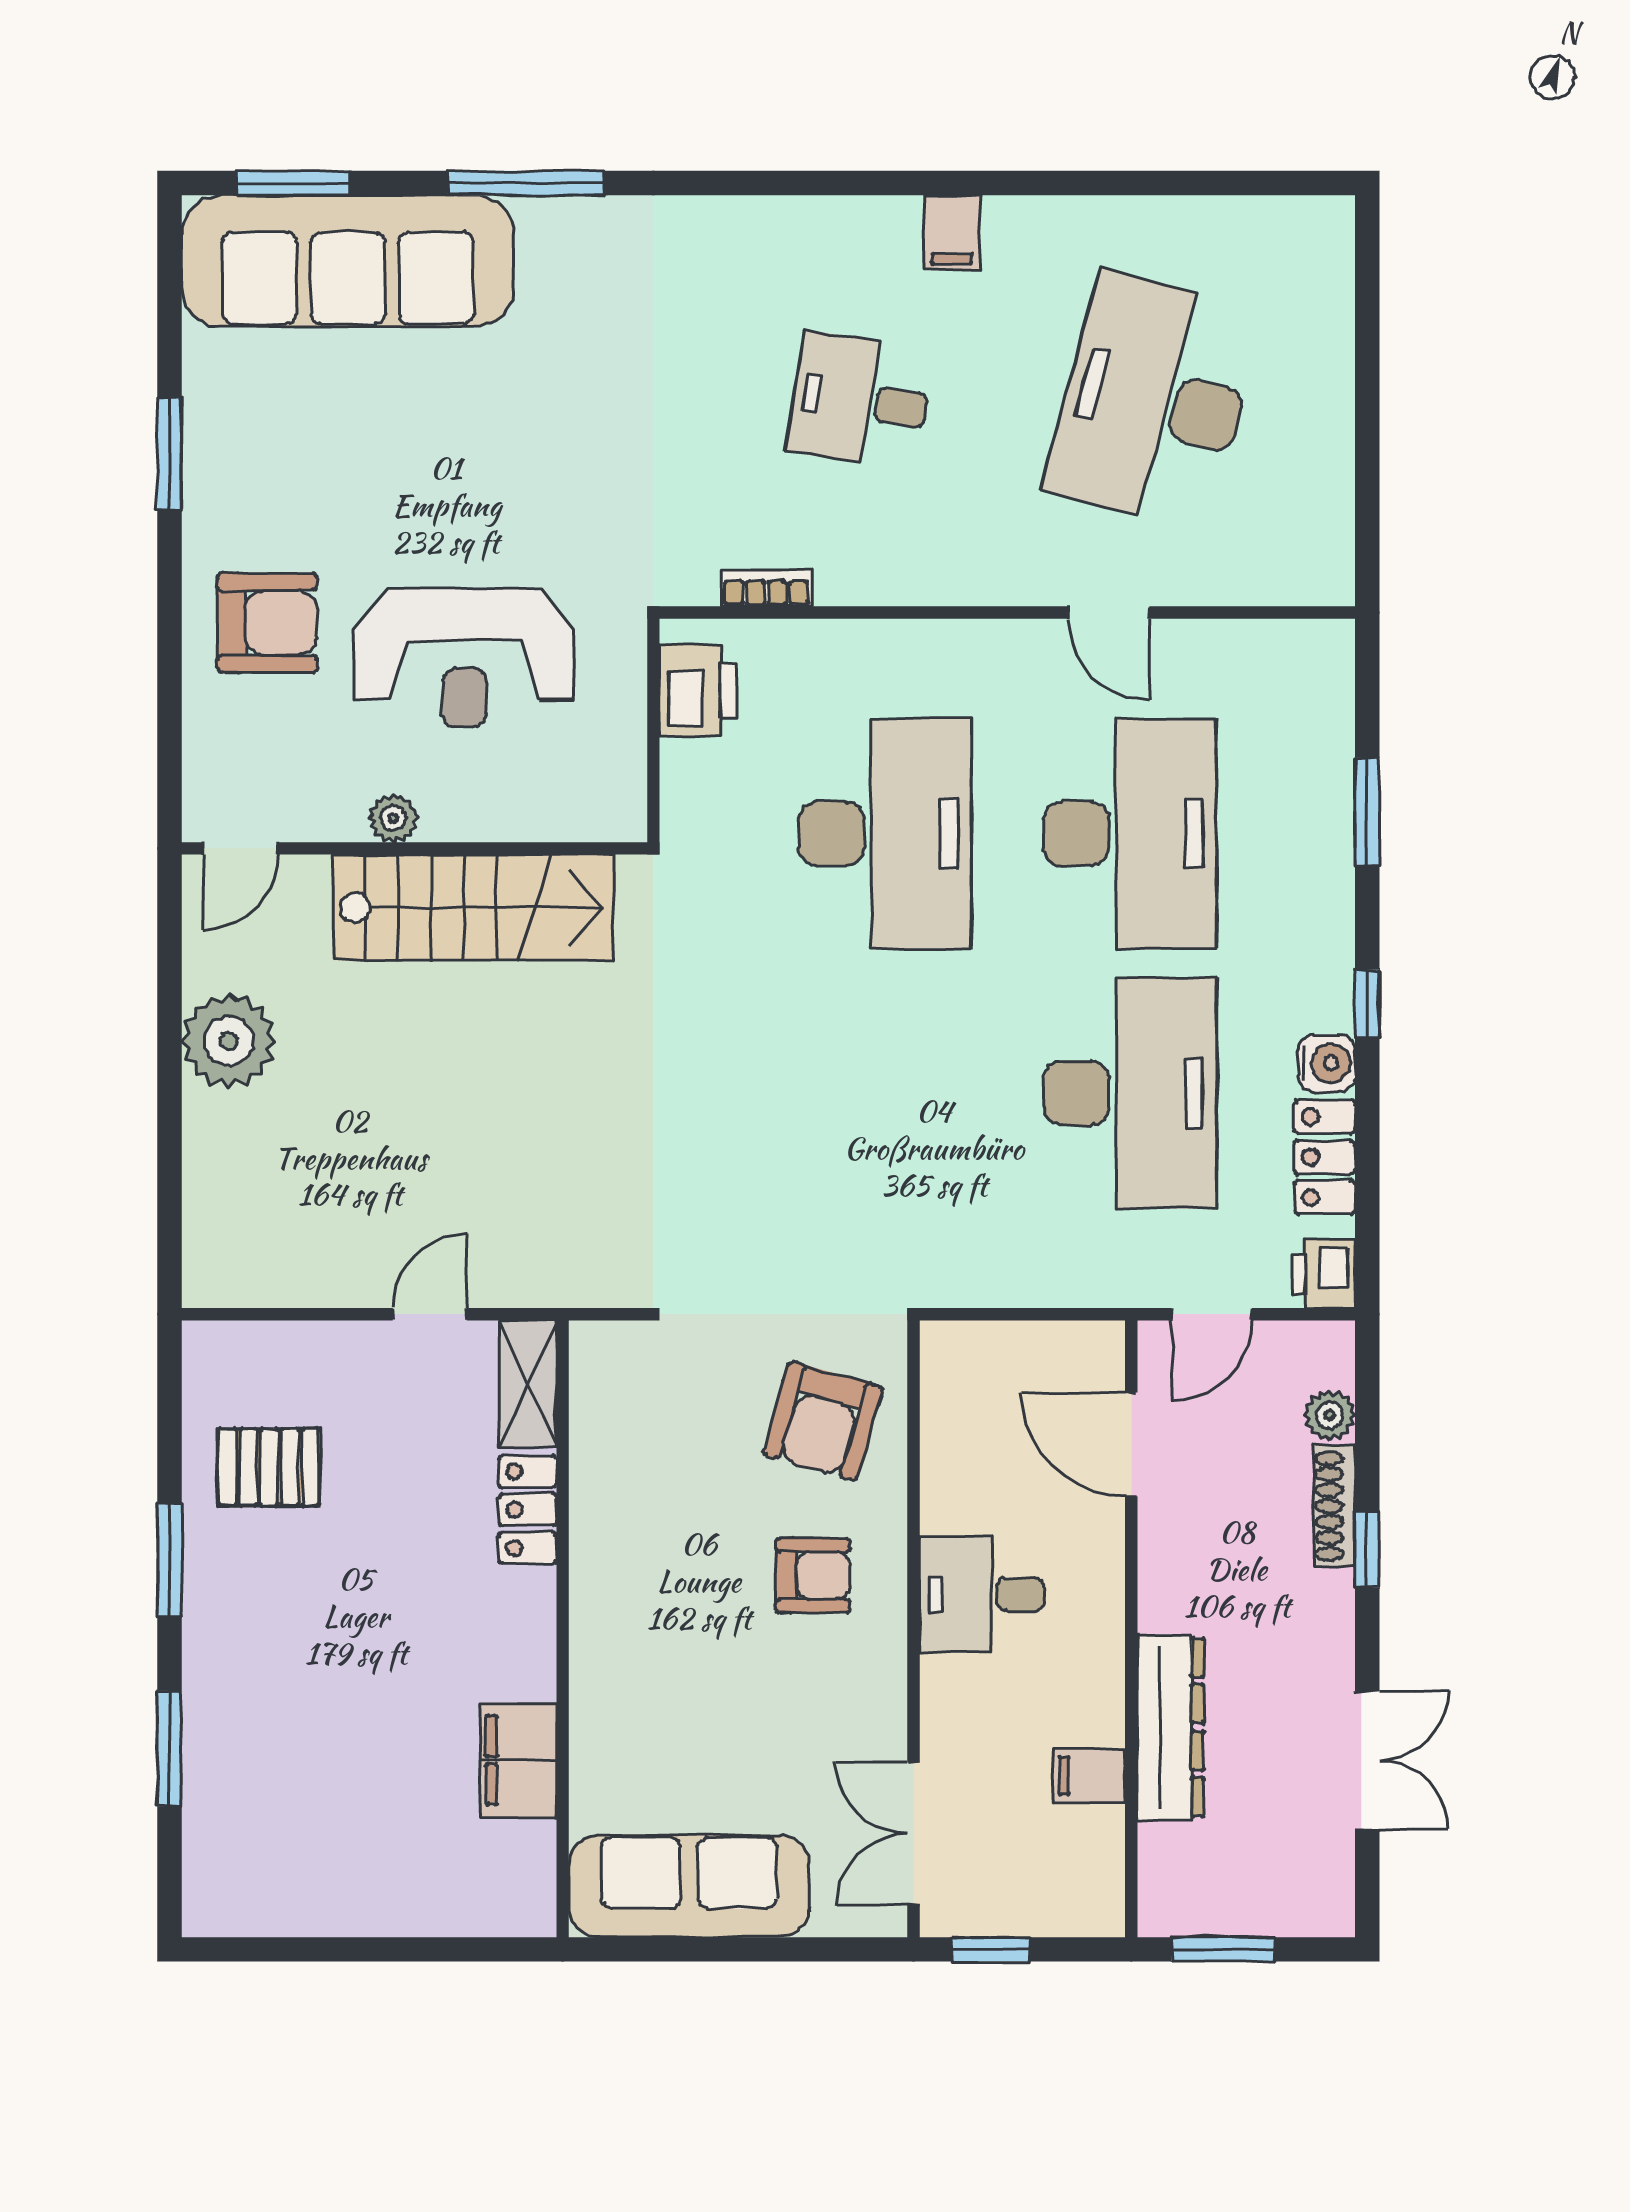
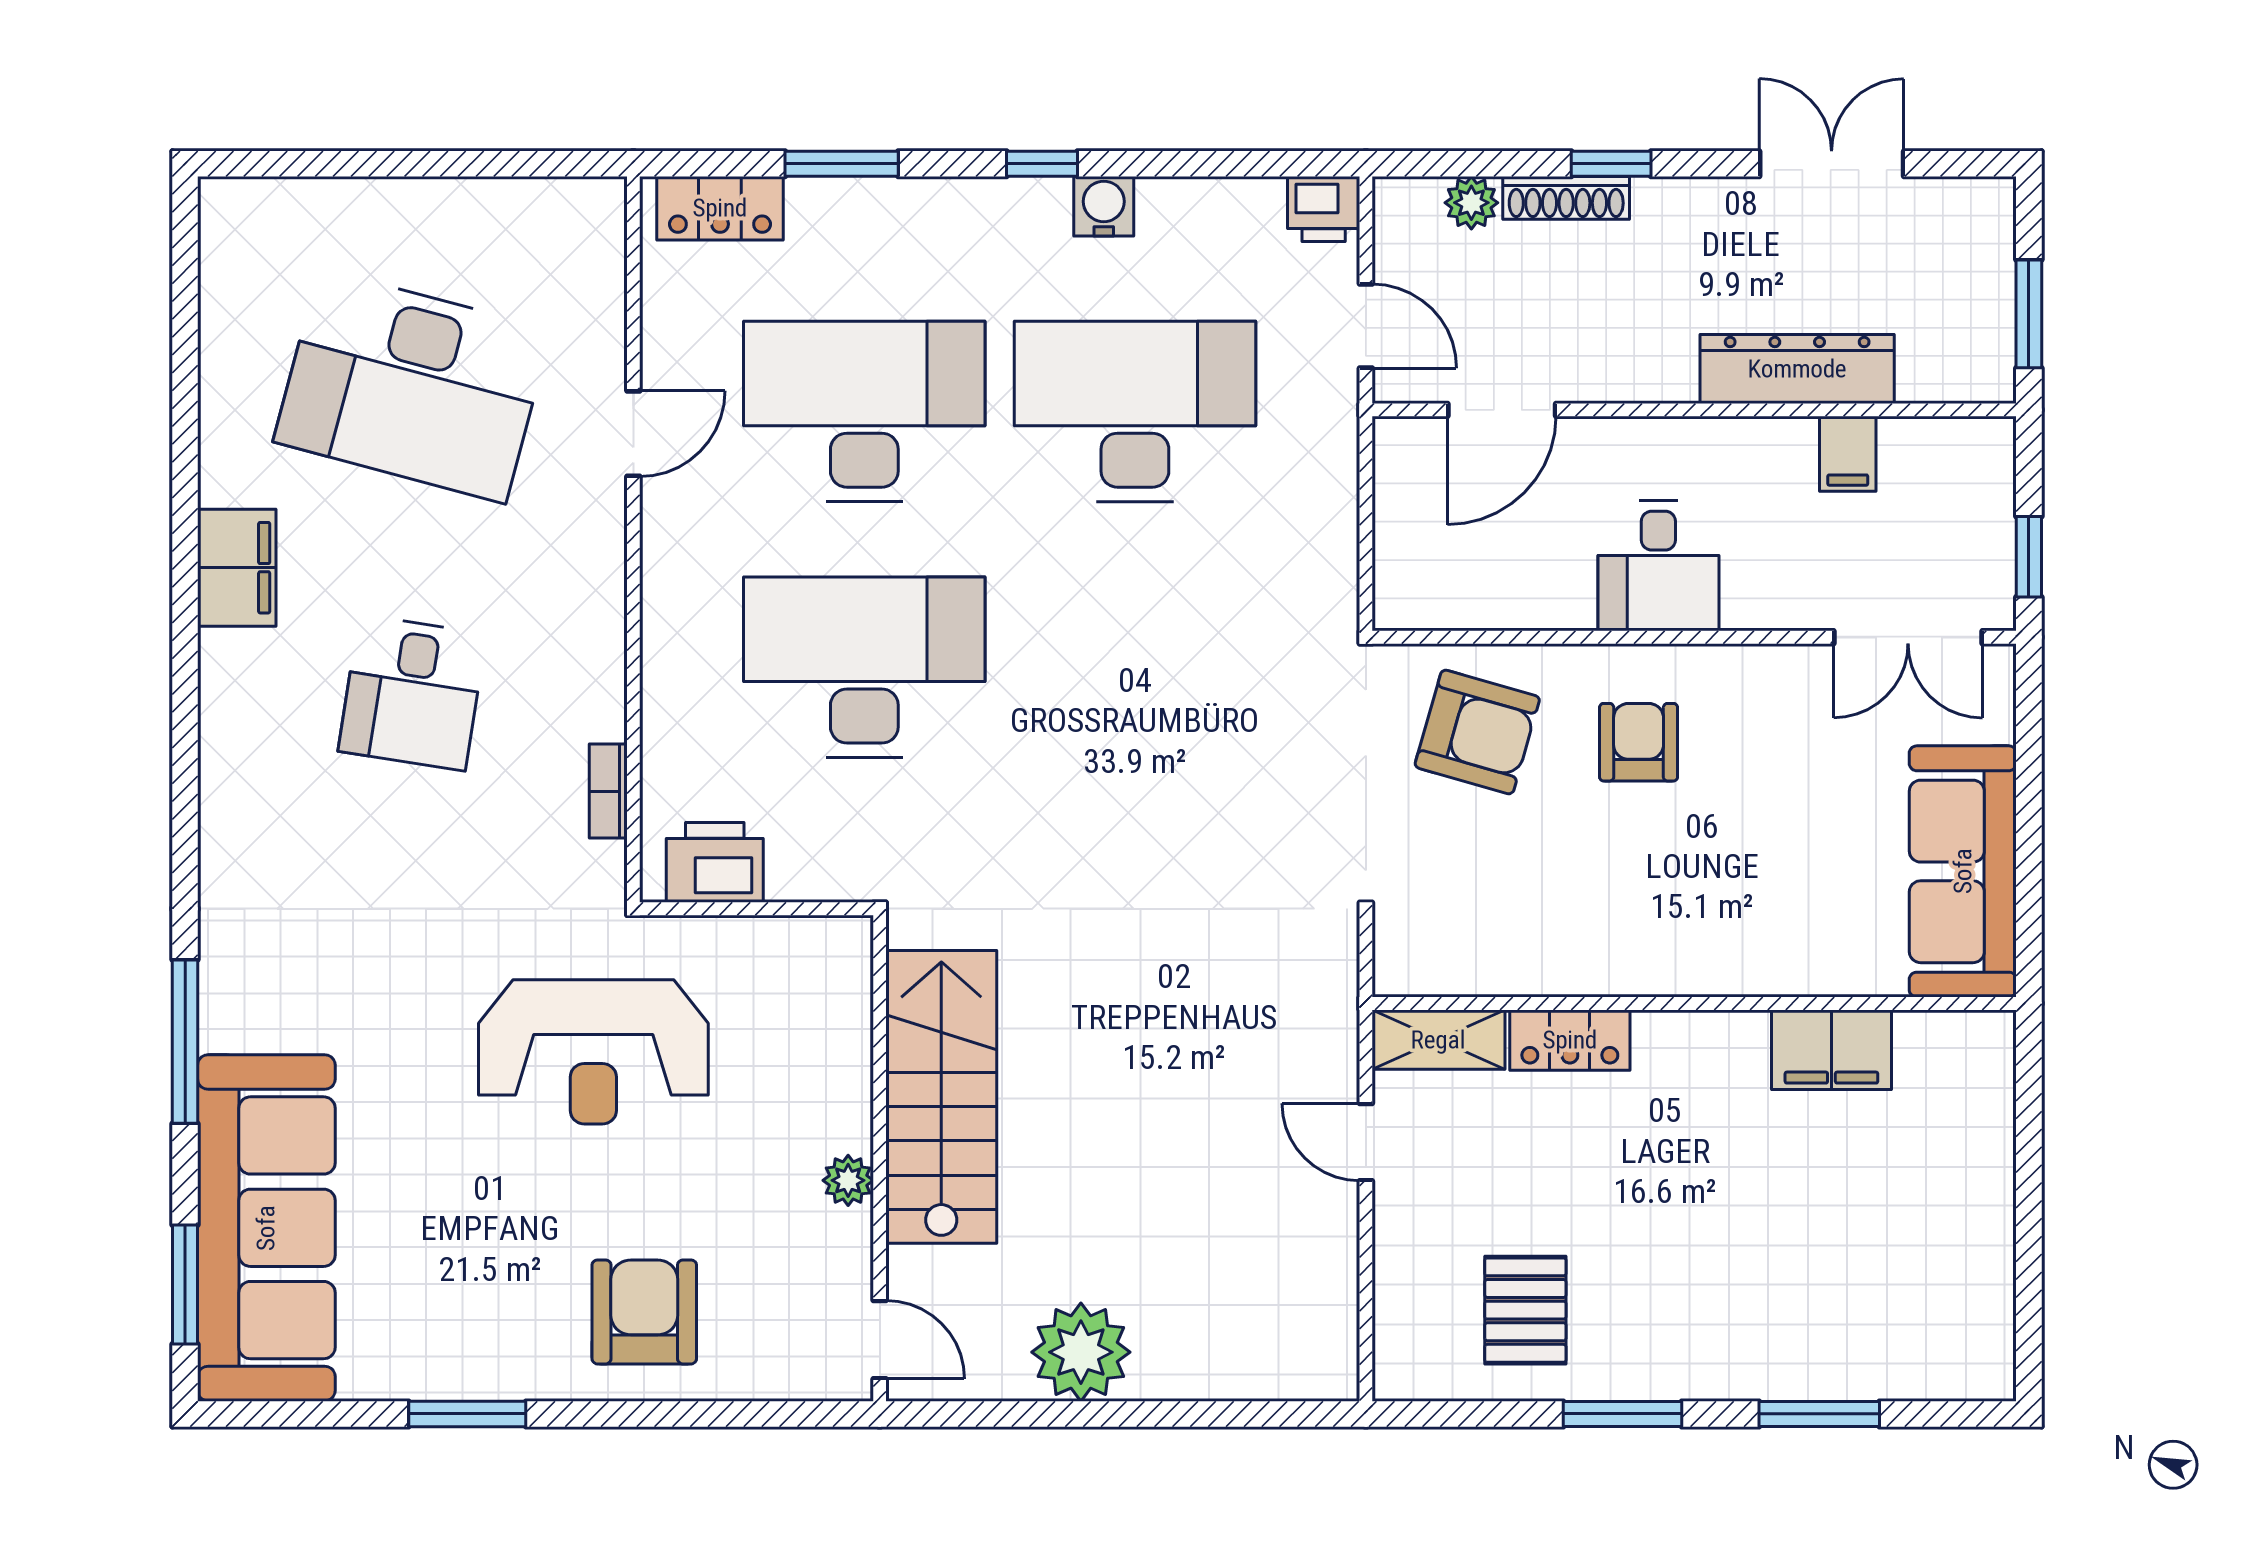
filing cabinet: (952, 233) -> (237, 568), width x2.00
reception desk: (464, 657) -> (593, 1052), moved, turned 90
locker: (1325, 1157) -> (720, 208), moved

